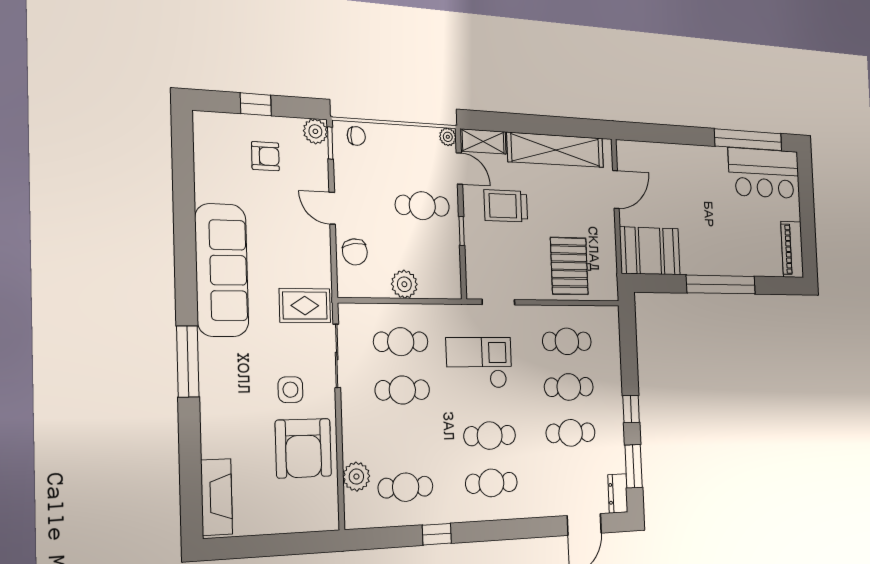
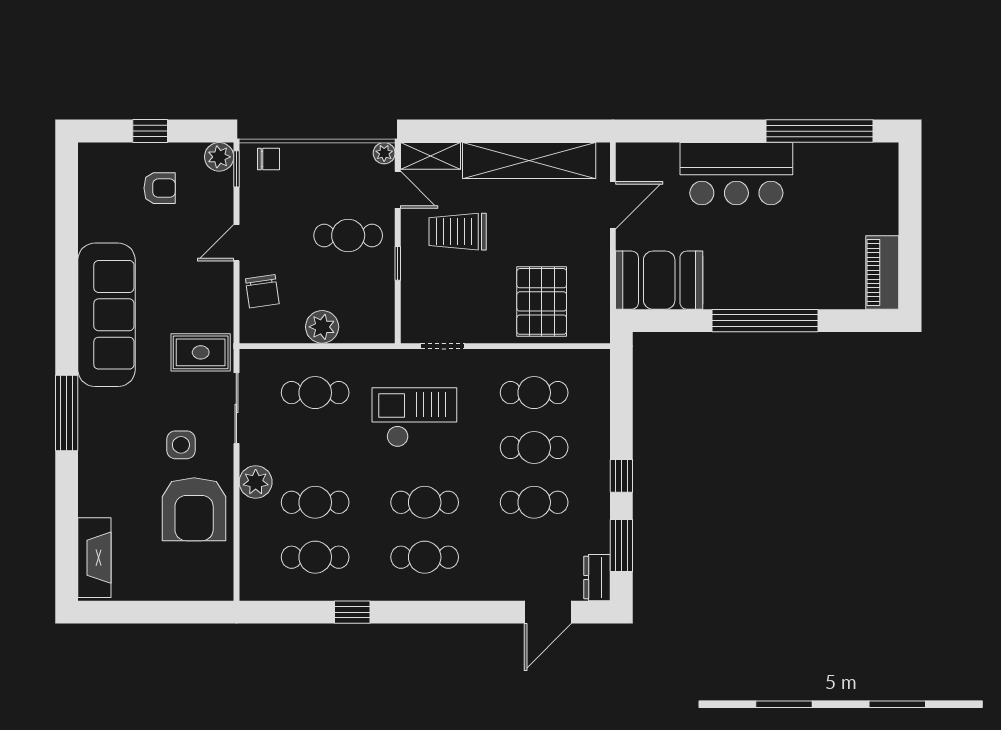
bar counter: (764, 173) -> (736, 174), moved
door: (332, 208) -> (236, 243), hinge flipped
cafe table: (402, 390) -> (315, 502), moved
plant: (356, 477) -> (256, 482), moved

